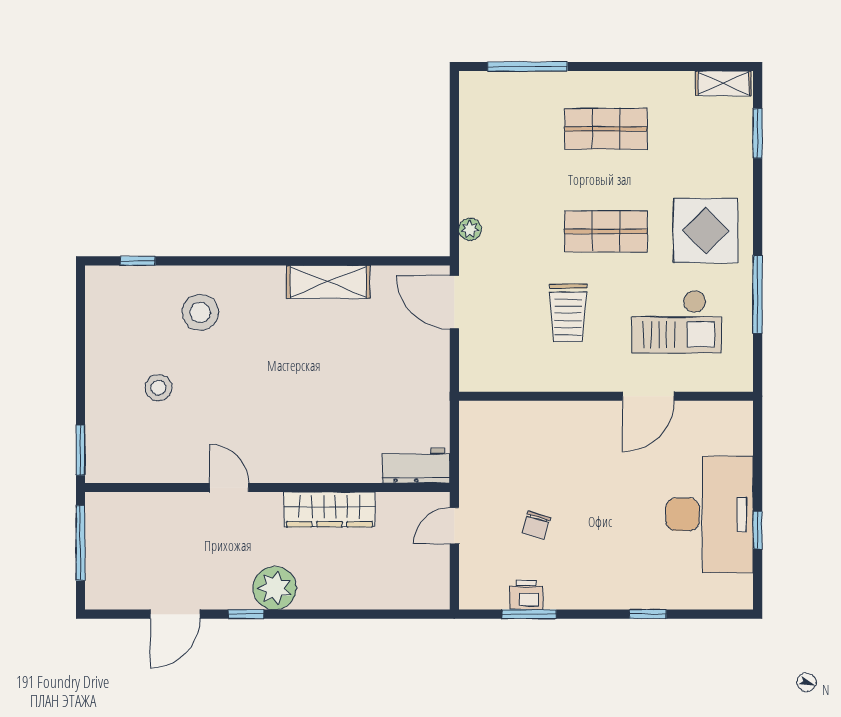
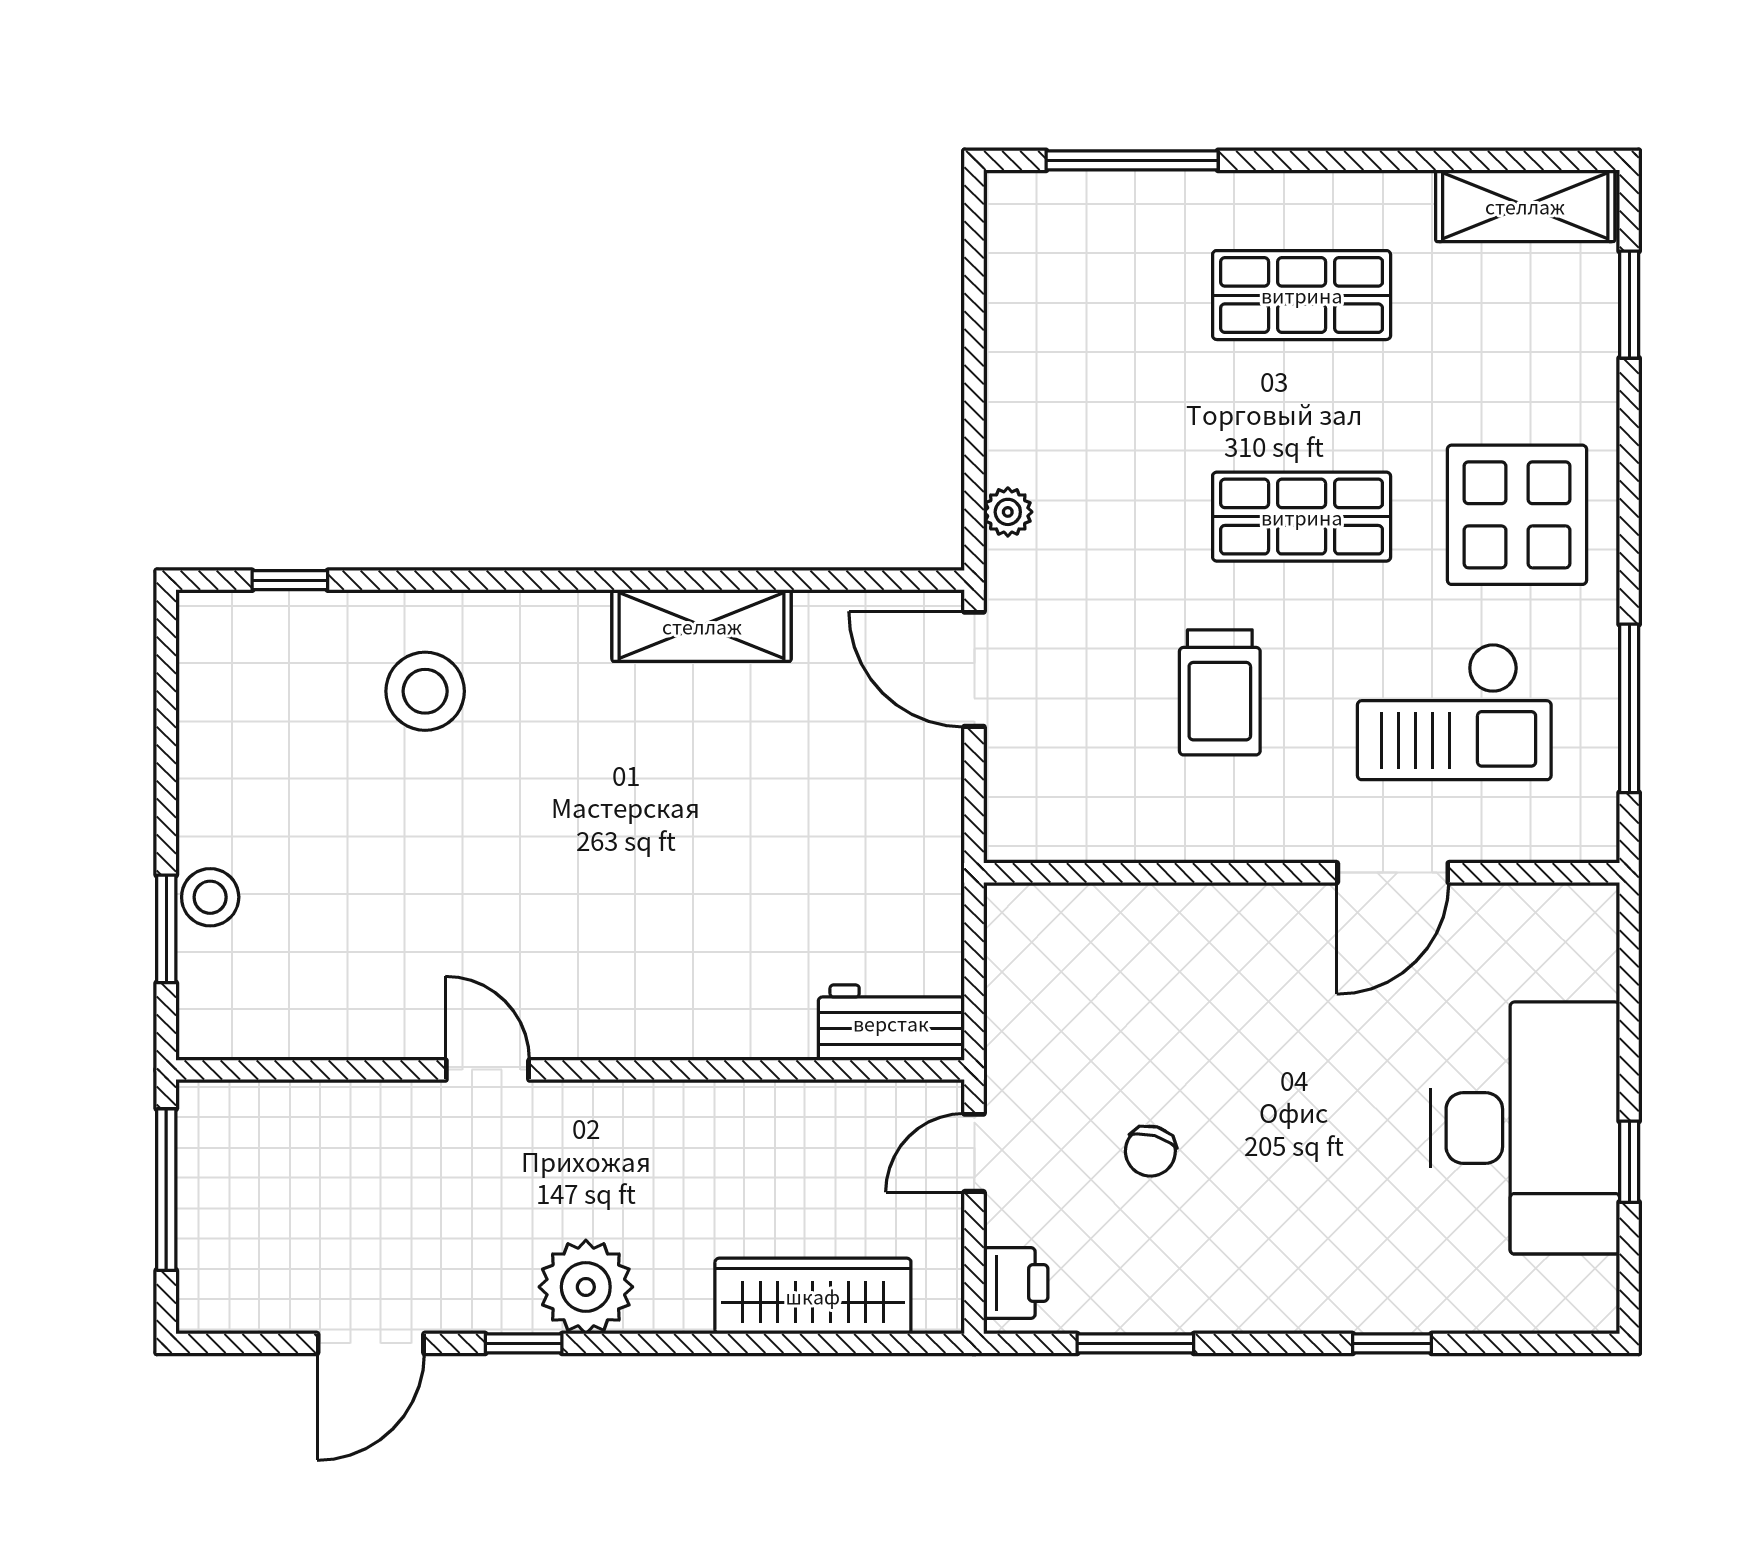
shelving: (723, 83) -> (1525, 206), width x1.50, depth x1.33
window: (758, 294) -> (1629, 708), moved
stool: (158, 388) -> (210, 897), moved
window: (80, 450) -> (166, 929), moved
wardrobe: (329, 510) -> (813, 1296), moved, turned 180
printer: (526, 595) -> (1016, 1283), moved, turned 90

